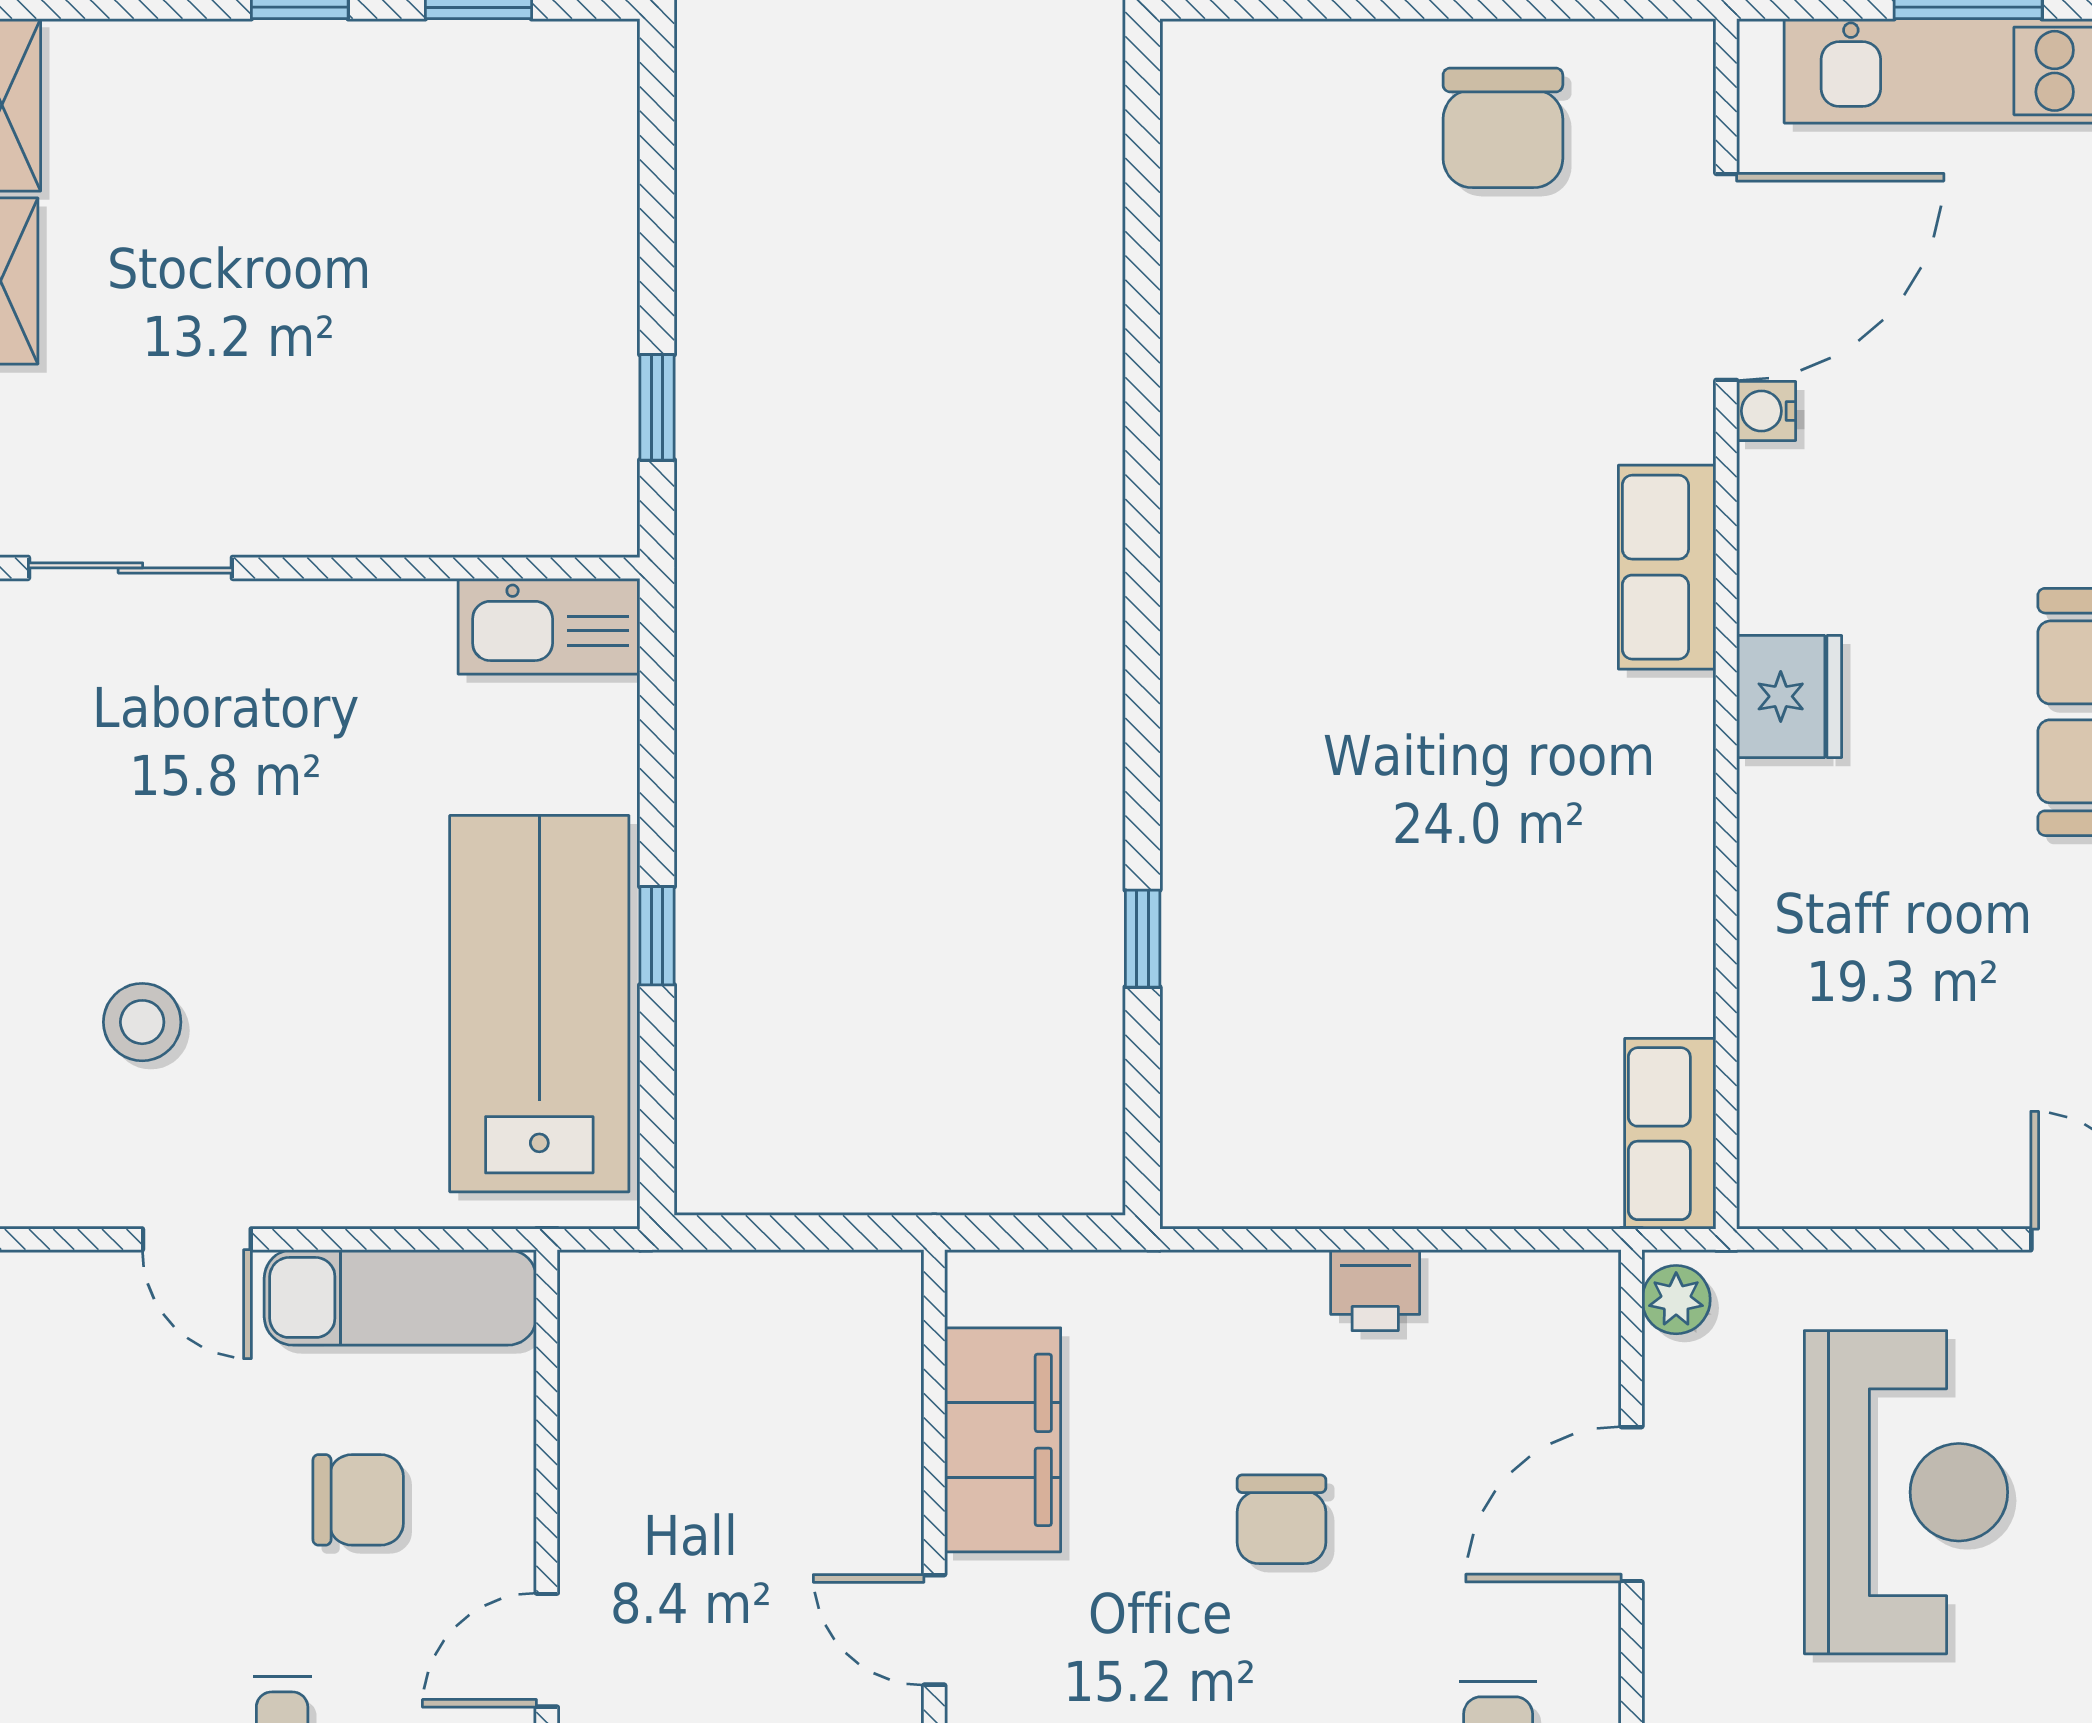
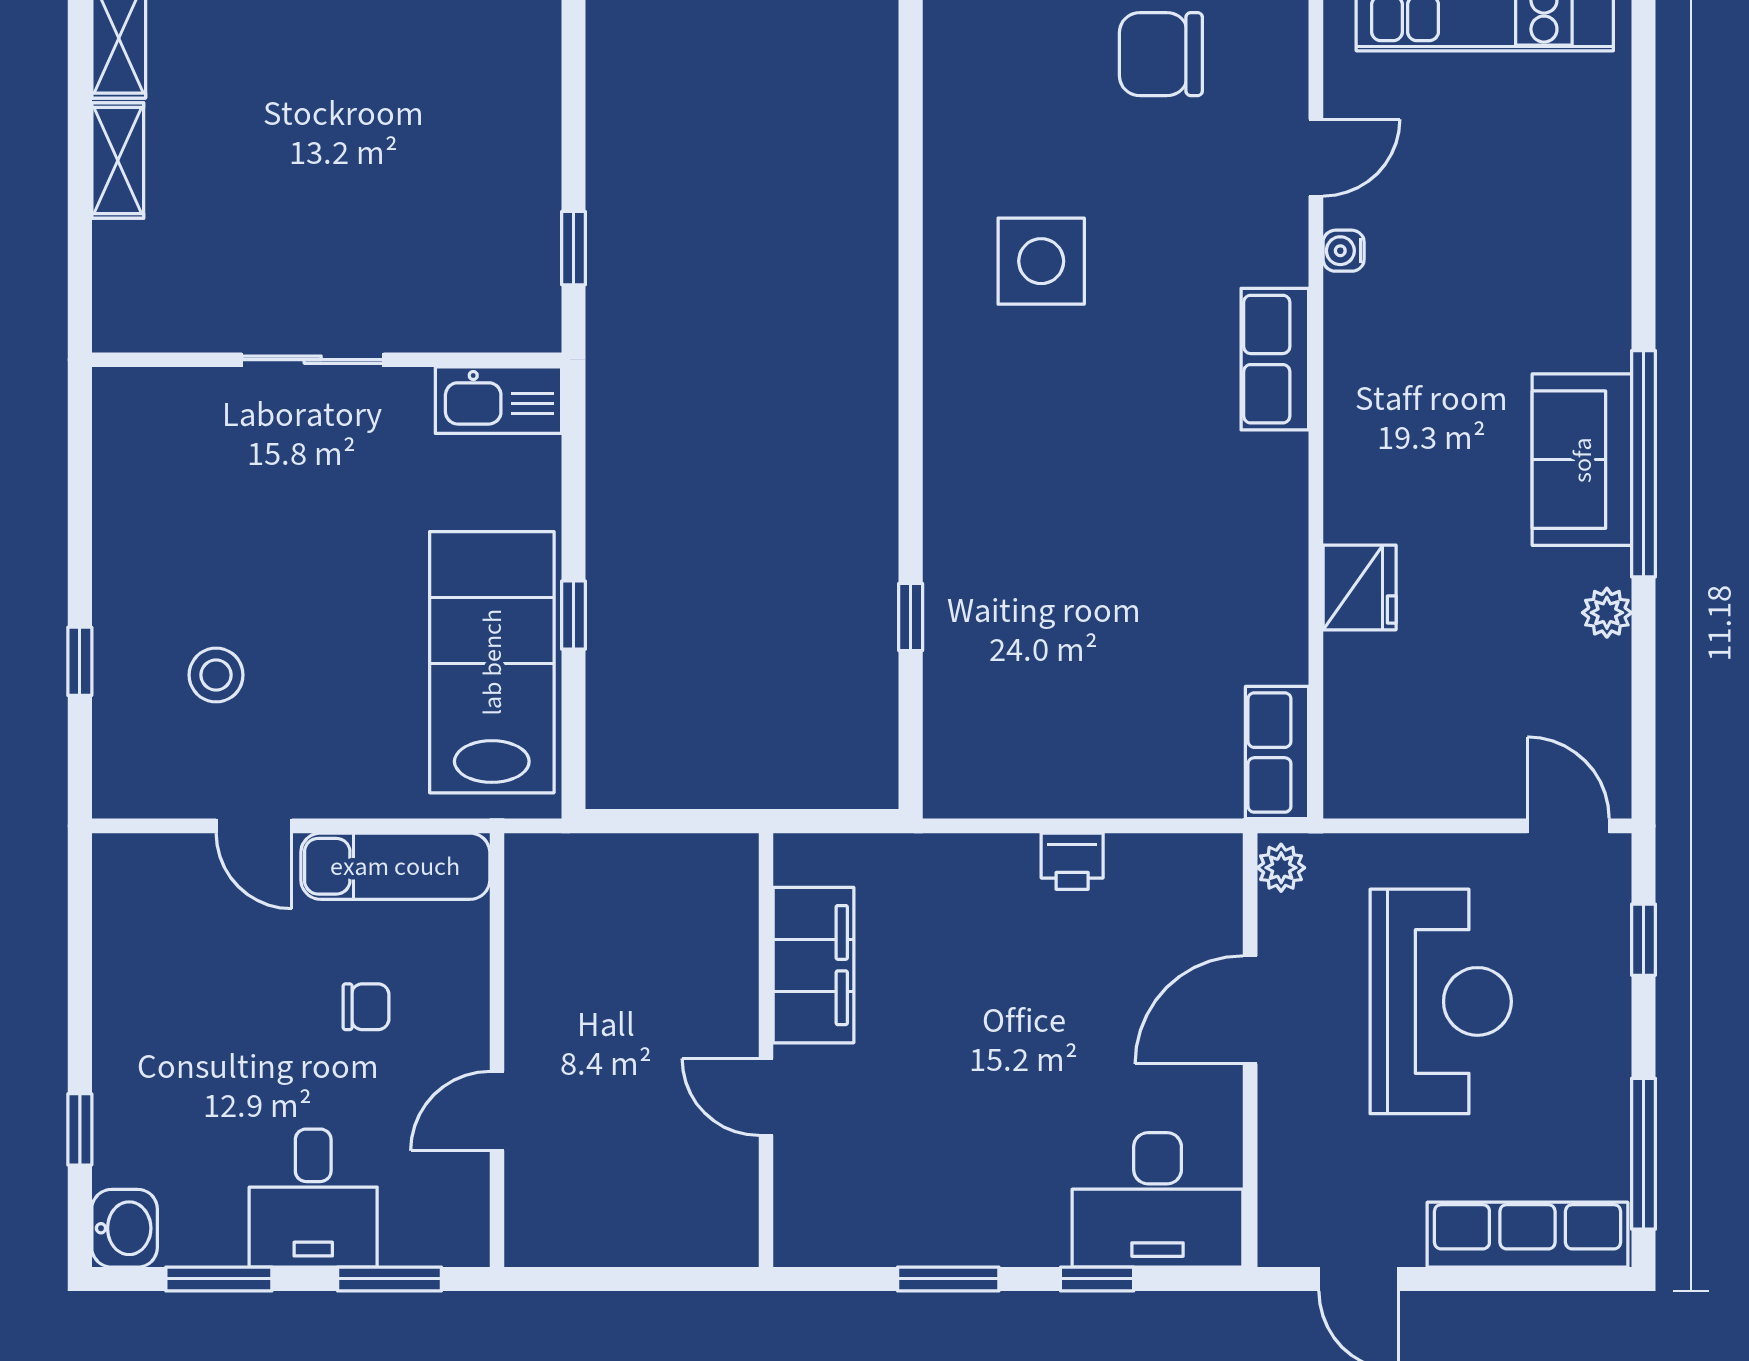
chair: (1503, 128) -> (1161, 54), turned 90
door: (1726, 277) -> (1316, 158), width x0.53
side table: (1331, 426) -> (1041, 261), added
sliding door: (130, 568) -> (313, 360), moved
fridge: (1789, 696) -> (1360, 587), moved
chair: (358, 1500) -> (366, 1007), width x0.73, depth x0.73
chair: (1281, 1519) -> (1007, 1020), removed

